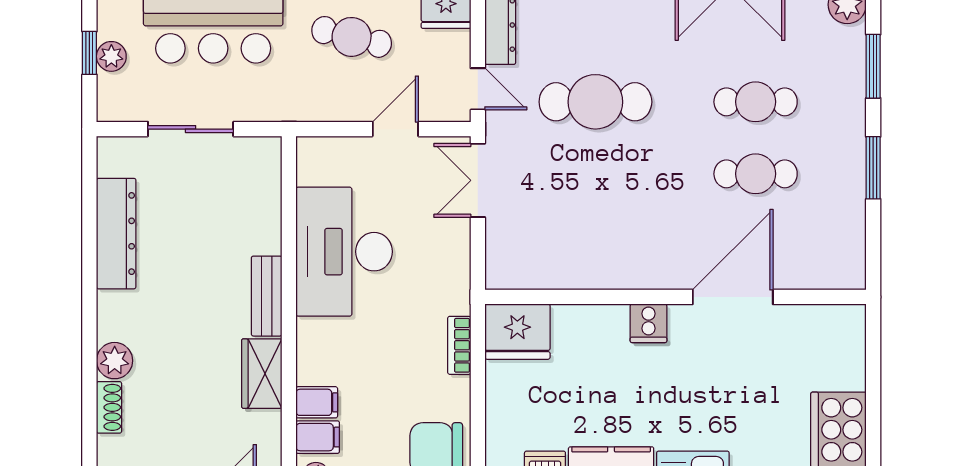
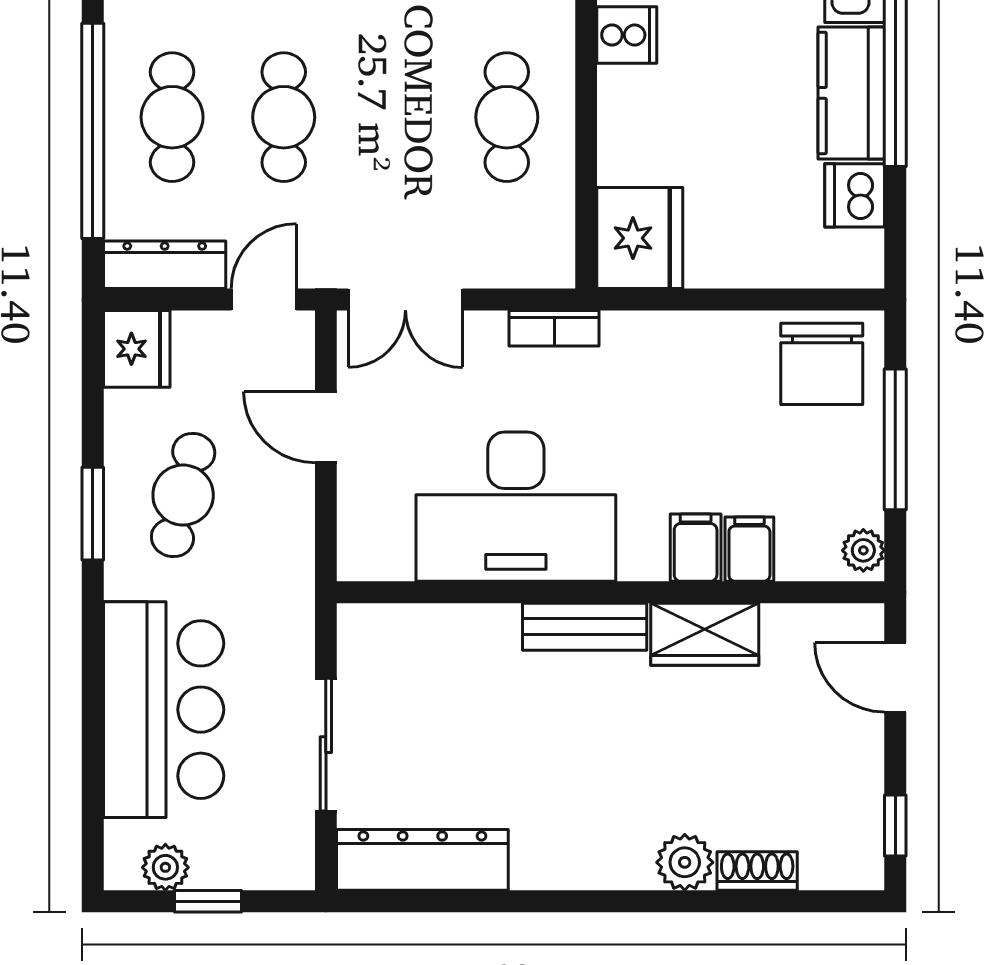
cafe table: (595, 30) -> (172, 117), added
plant: (111, 56) -> (165, 867), moved
cafe table: (595, 102) -> (284, 117), width x0.73, depth x0.74
dresser: (116, 234) -> (422, 860), moved
cafe table: (595, 246) -> (507, 117), added
bookcase: (459, 345) -> (554, 328), moved
filing cabinet: (318, 437) -> (696, 548), moved

